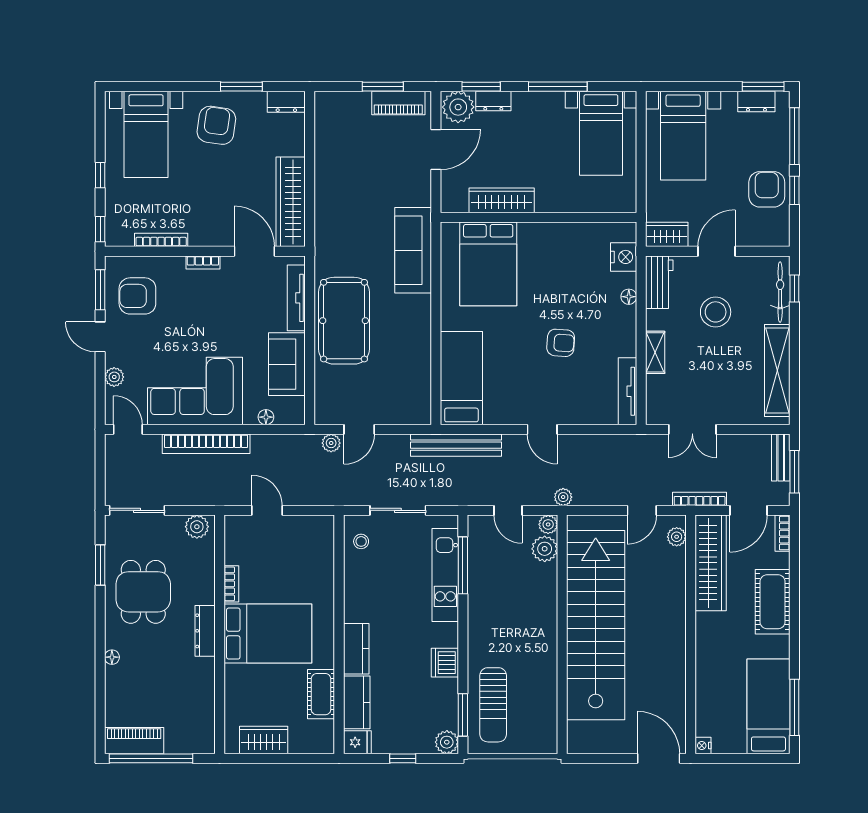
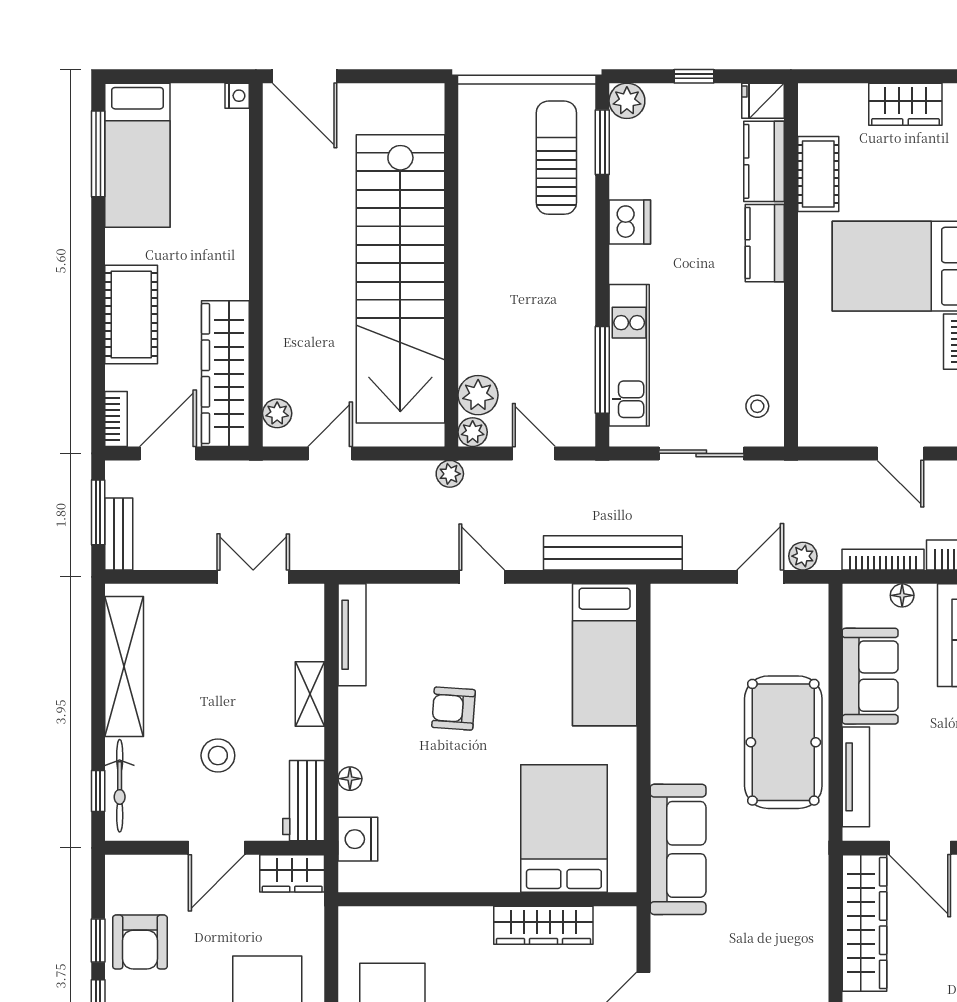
stool: (716, 312) -> (218, 755), width x0.73, depth x0.73
bookcase: (700, 499) -> (883, 560), moved, turned 180

